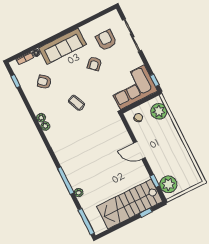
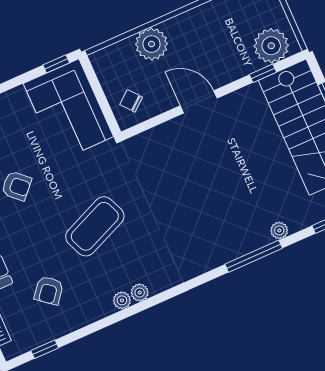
coffee table: (76, 103) -> (95, 226), width x1.86, depth x1.72
plant: (159, 111) -> (151, 44), moved
door: (139, 150) -> (199, 102), swing flipped

